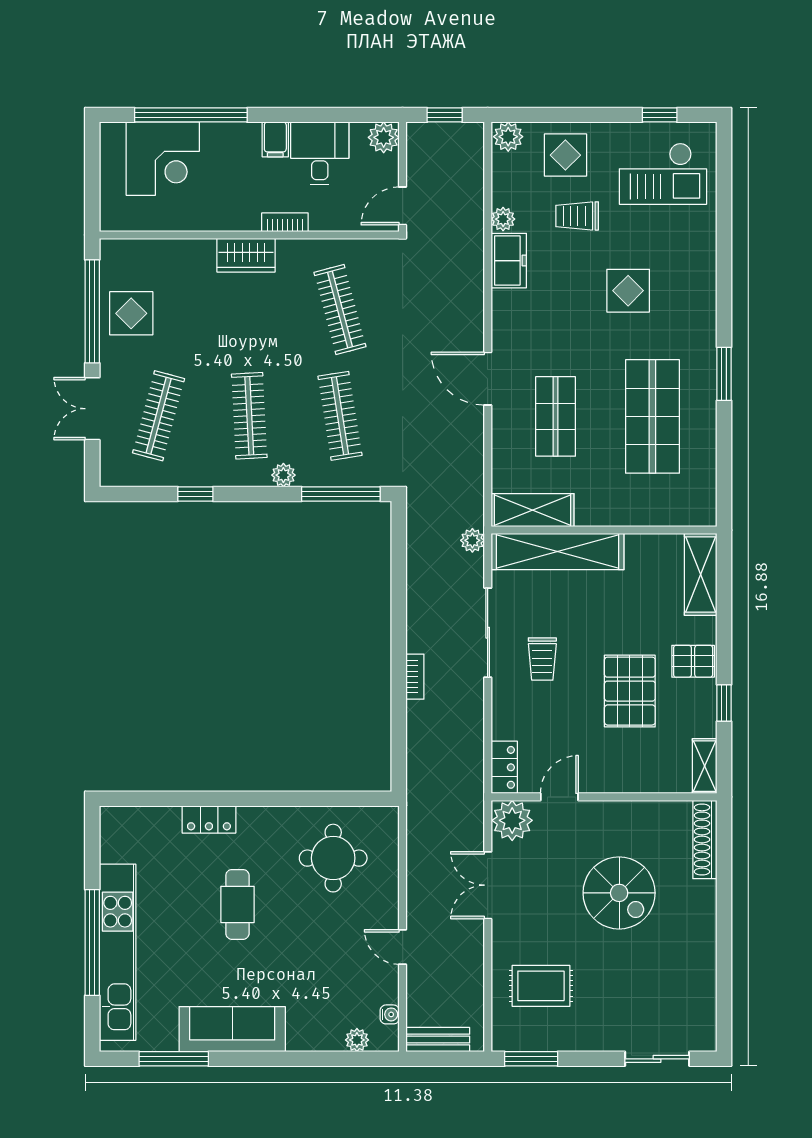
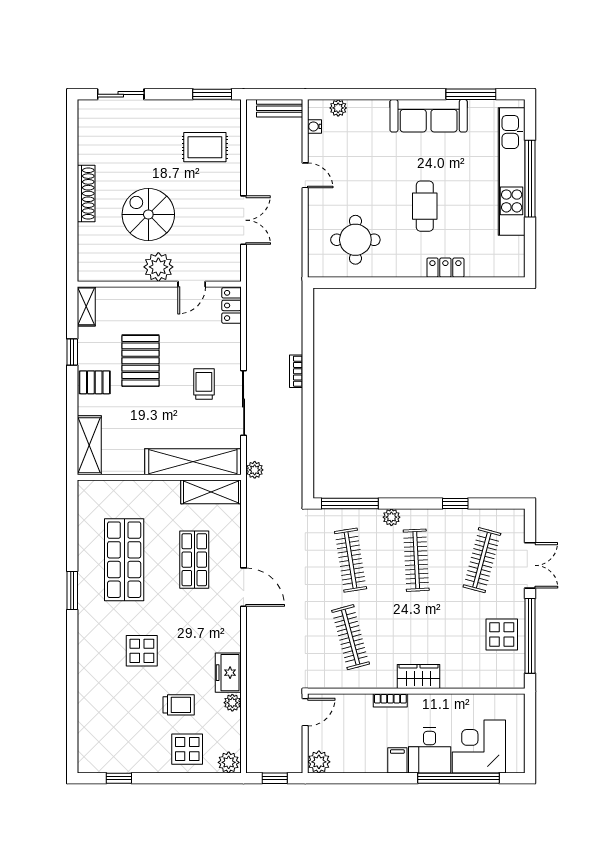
desk: (320, 153) -> (430, 750), moved
checkout: (663, 174) -> (117, 736), removed
plant: (512, 820) -> (158, 267), moved
shoe rack: (705, 839) -> (86, 193), moved

